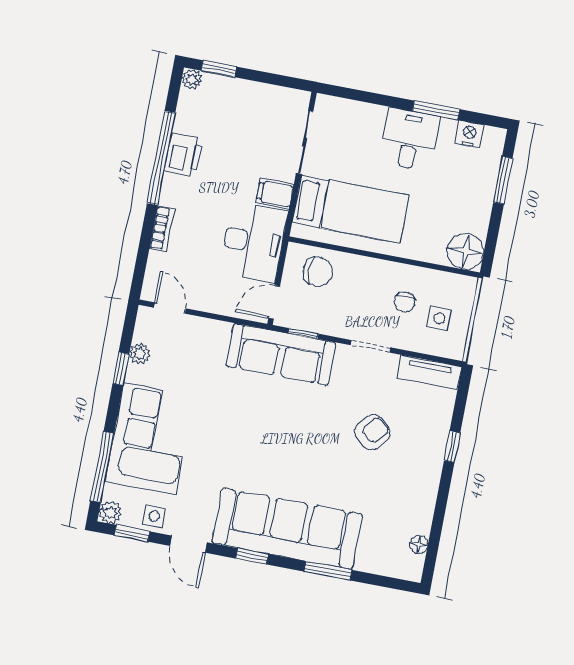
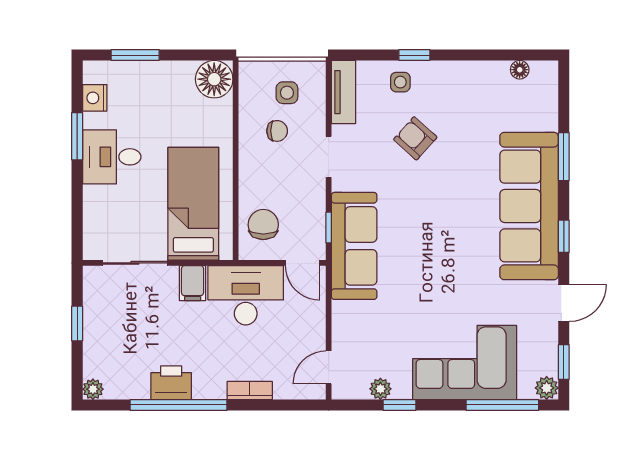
window: (219, 69) -> (77, 323), moved
side table: (154, 516) -> (400, 82), moved

